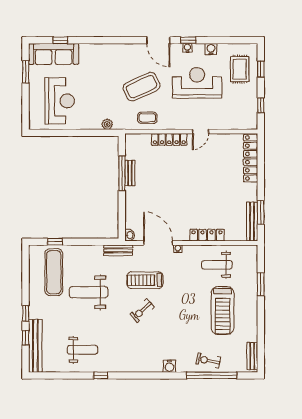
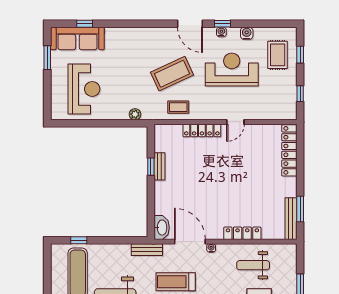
window: (122, 173) -> (151, 167), width x0.46
washbasin: (130, 235) -> (162, 228), width x1.91, depth x1.45

